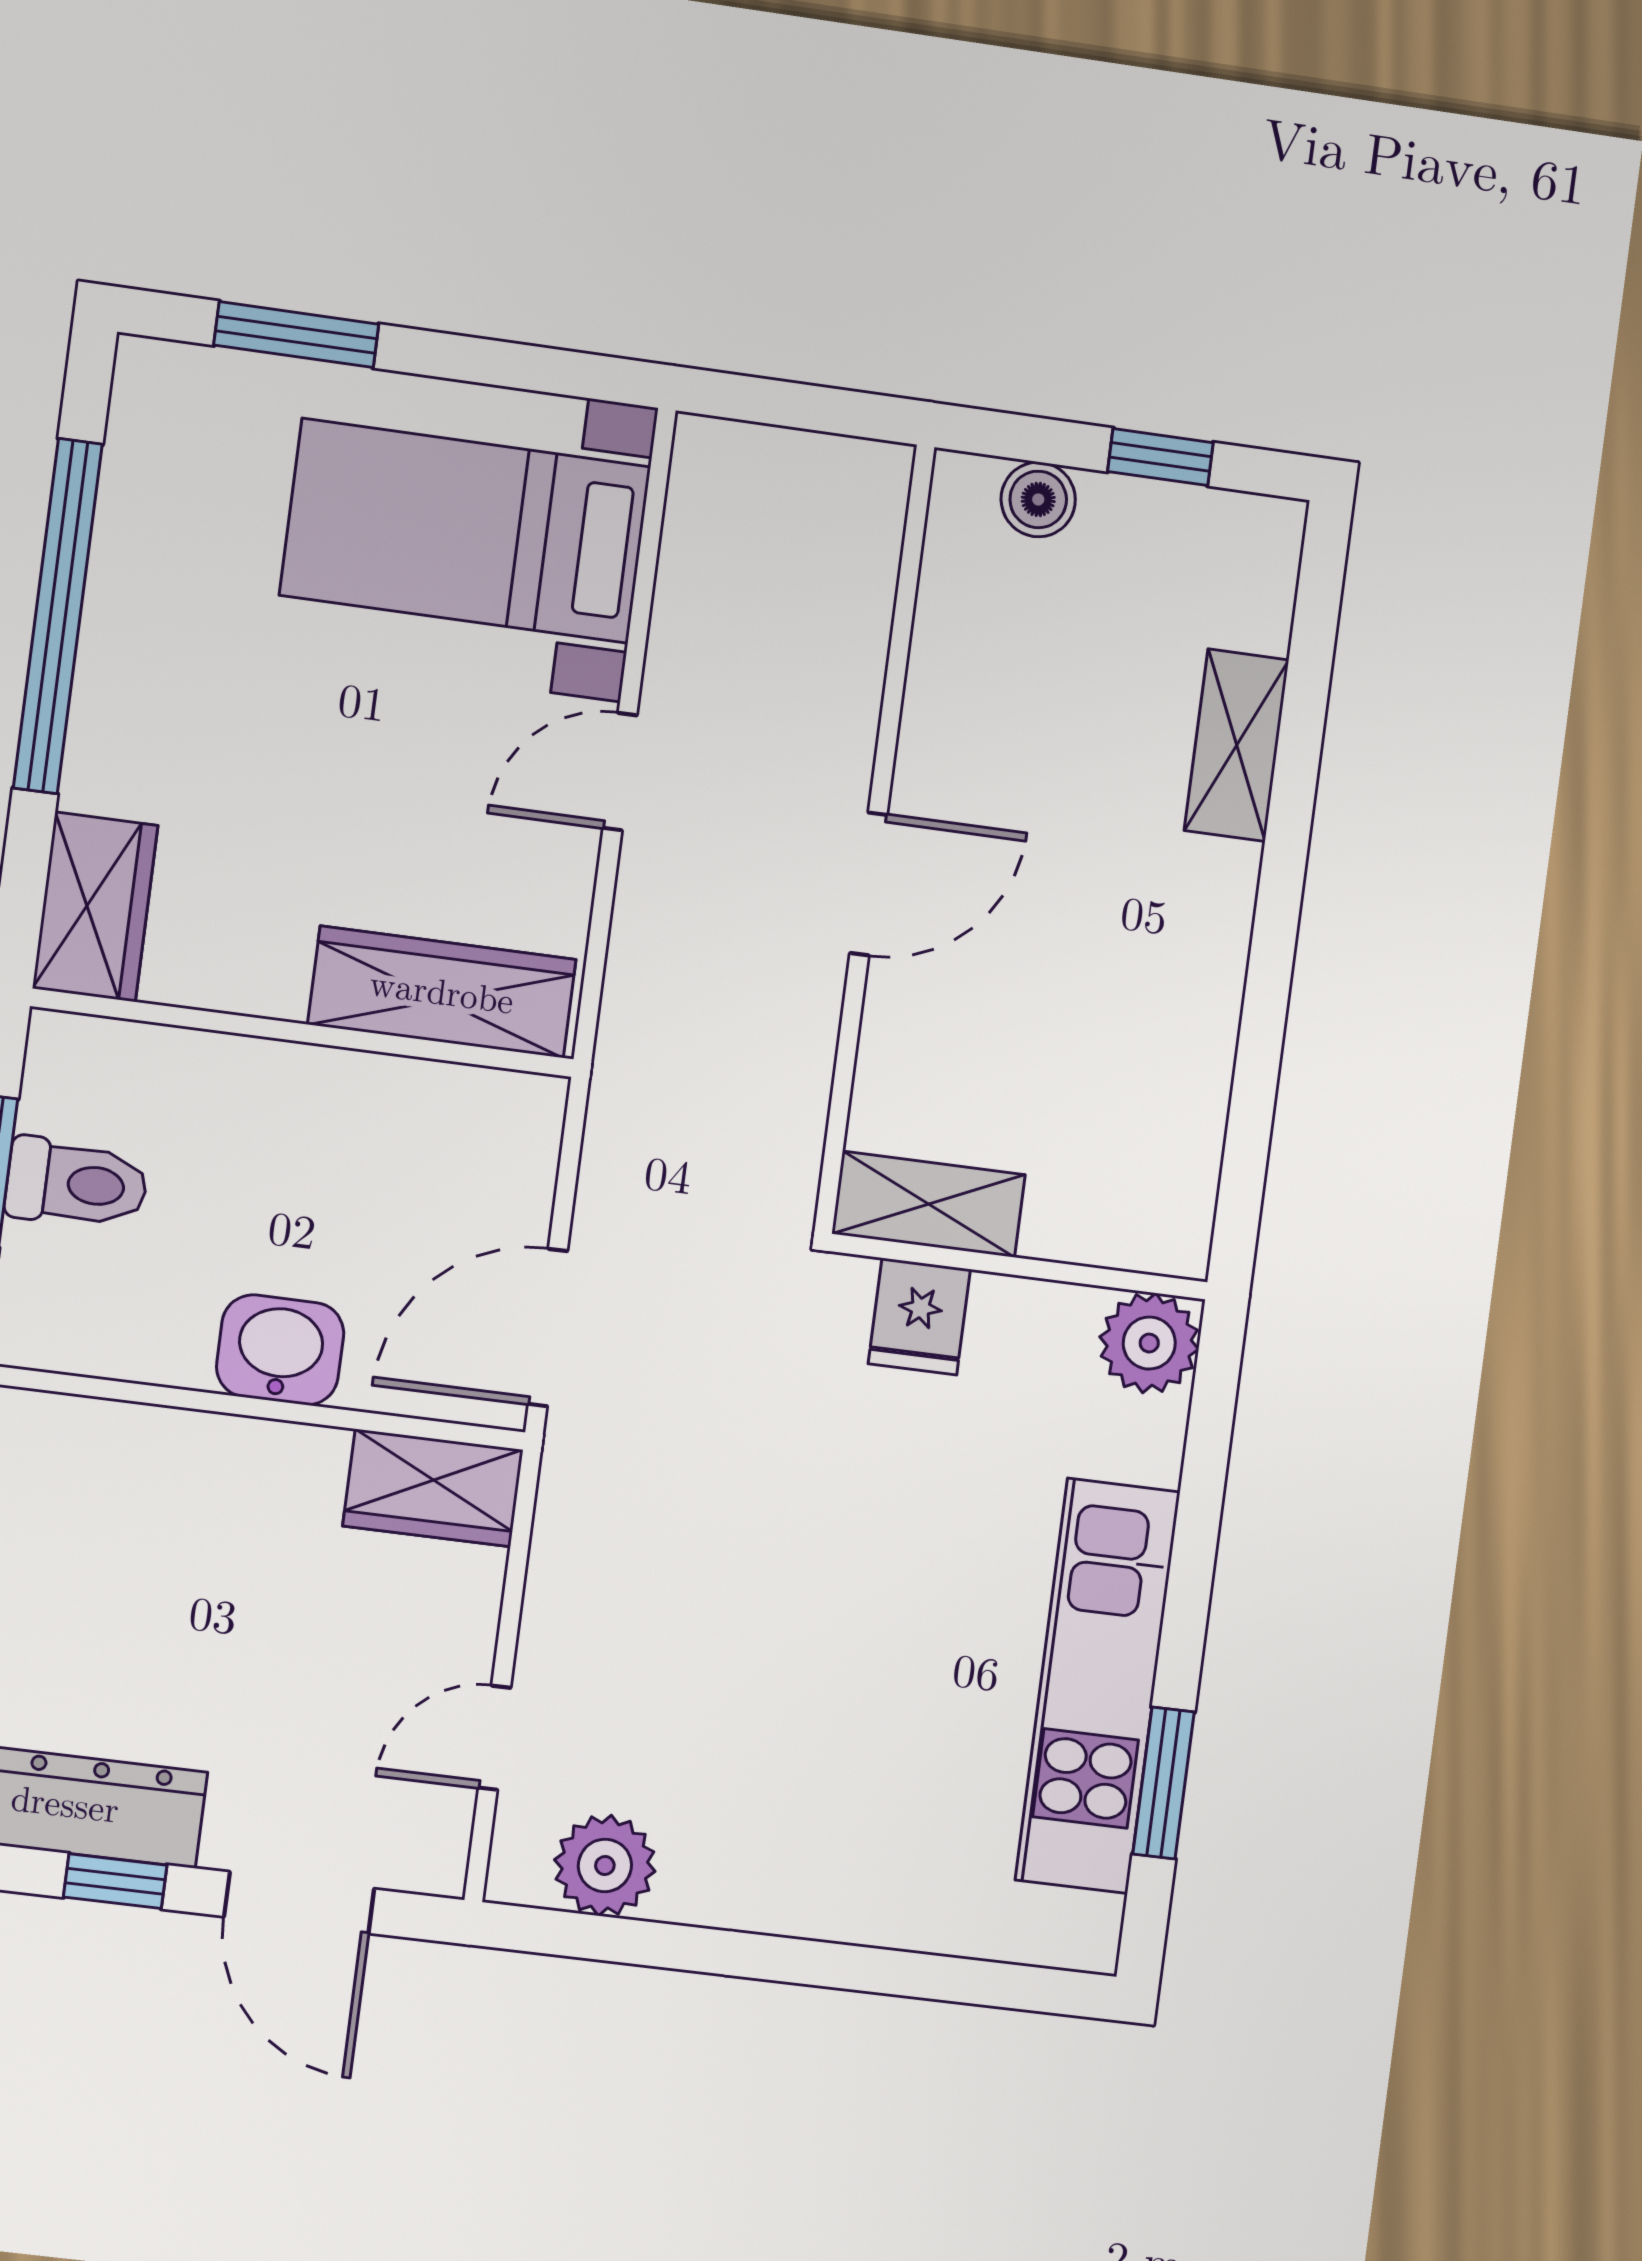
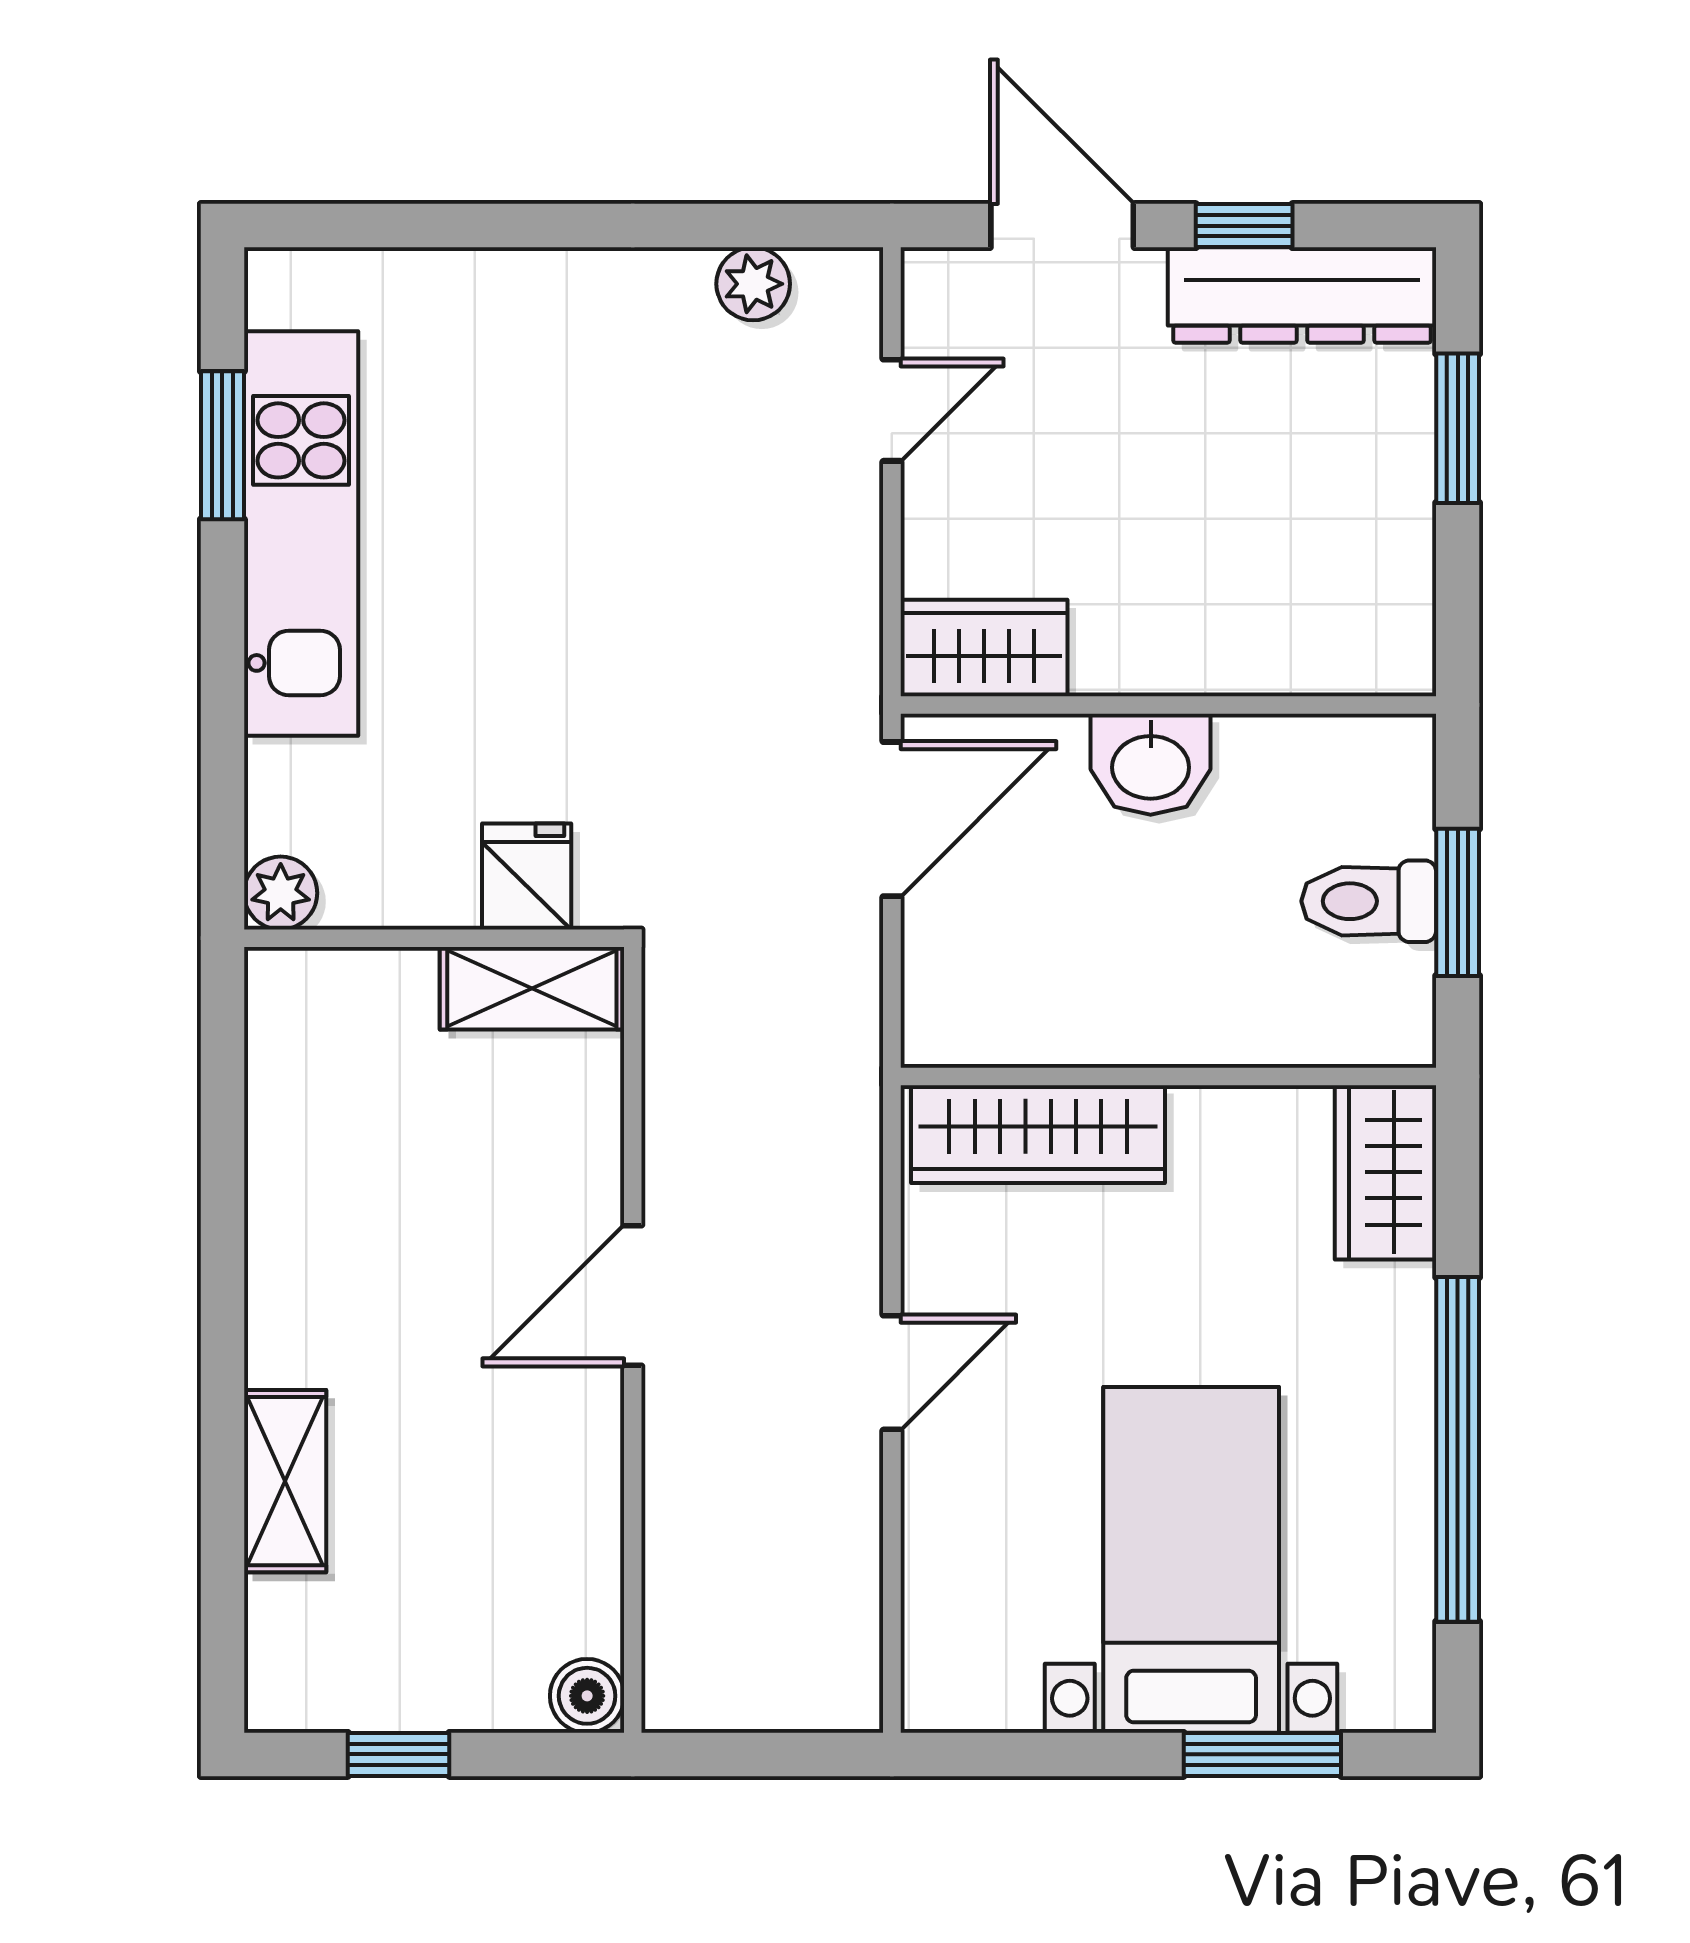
boiler: (1038, 499) -> (587, 1696), moved
bed with nightstands: (465, 531) -> (1191, 1560), moved, turned -90
plant: (1149, 1343) -> (281, 893), width x0.73, depth x0.73
plant: (605, 1865) -> (753, 284), width x0.73, depth x0.73

